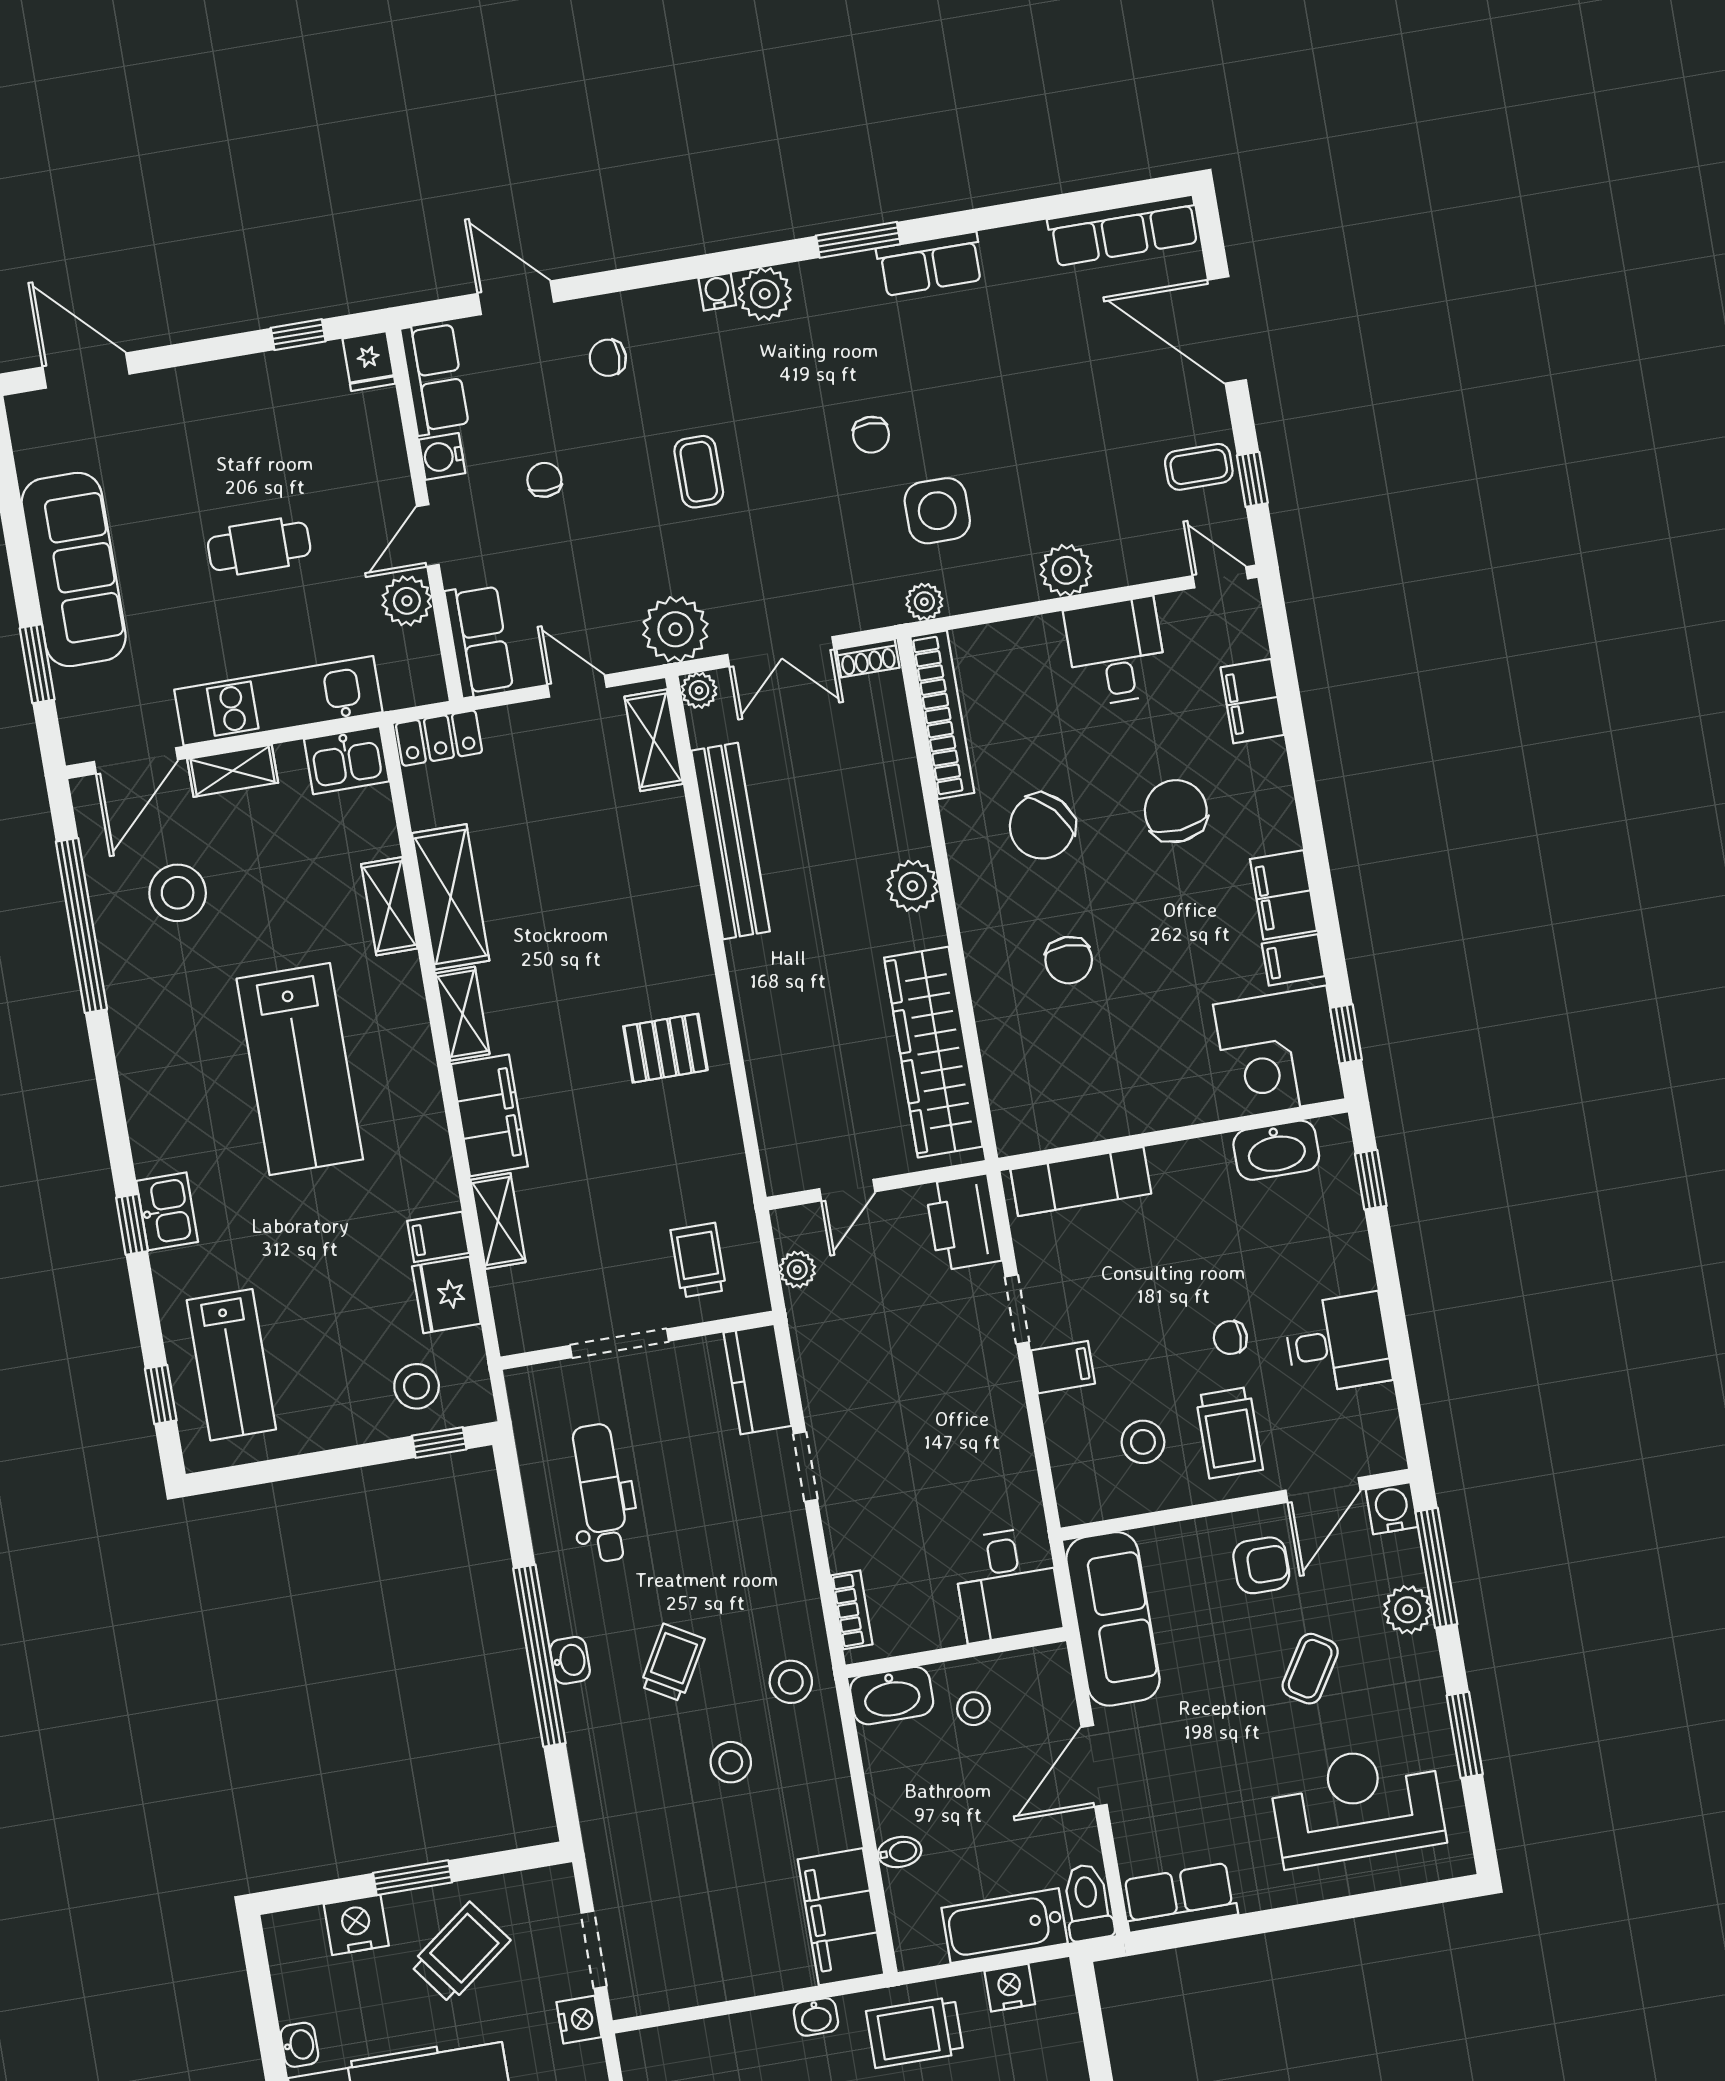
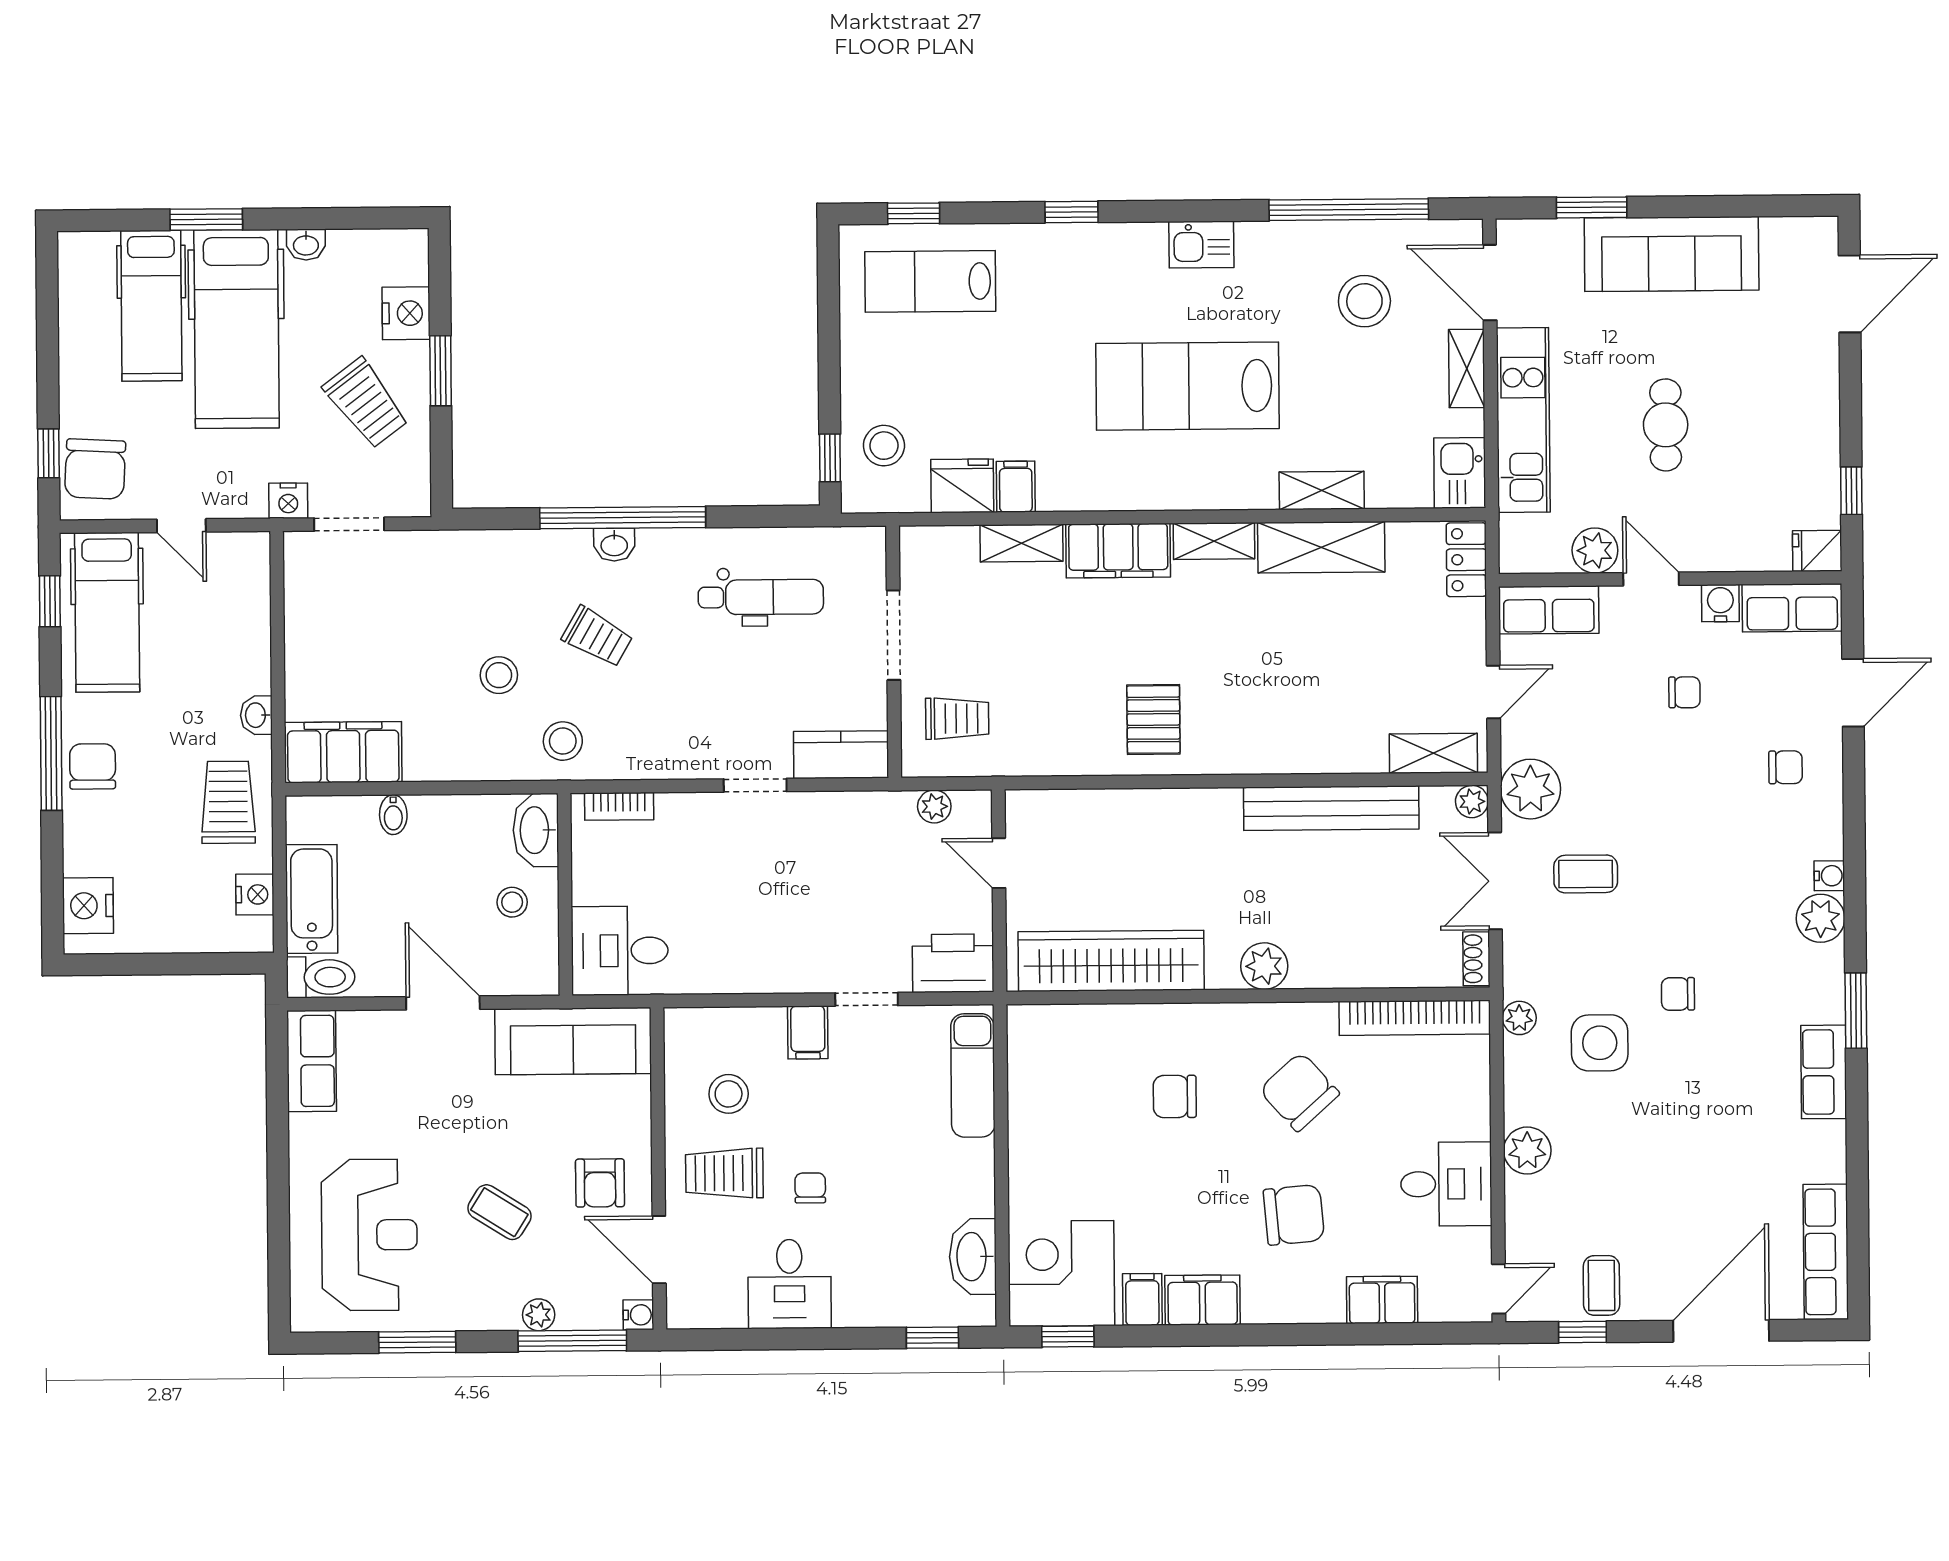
chair: (608, 358) -> (1786, 767), turned 90
coffee table: (699, 472) -> (1586, 874), moved
kitchen sink: (167, 1211) -> (1201, 245), moved
water cooler: (1392, 1508) -> (638, 1315), width x0.72, depth x0.72
plant: (1408, 1610) -> (539, 1315), width x0.73, depth x0.73

